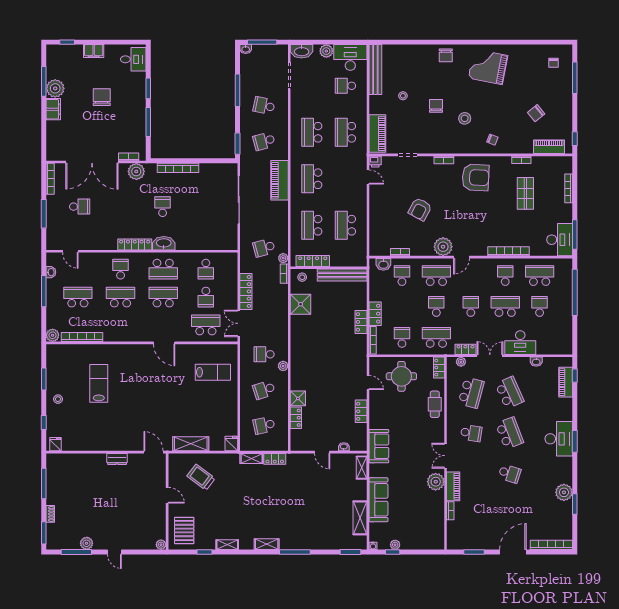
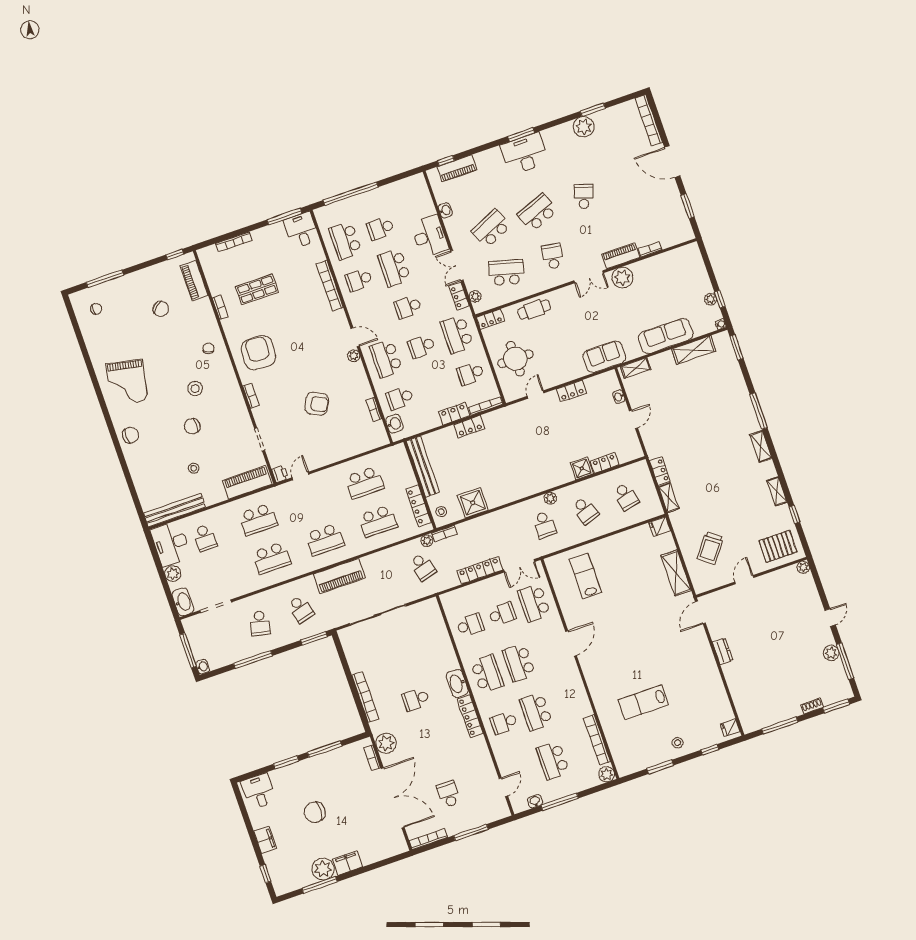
desk: (560, 240) -> (301, 230), width x0.73
plant: (443, 247) -> (354, 356), width x0.53, depth x0.53

